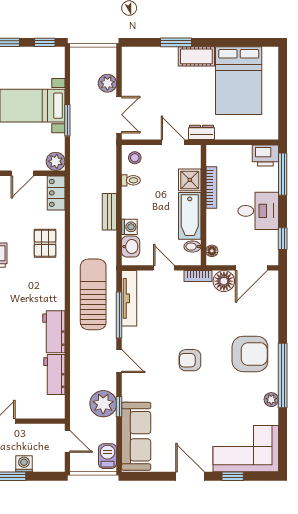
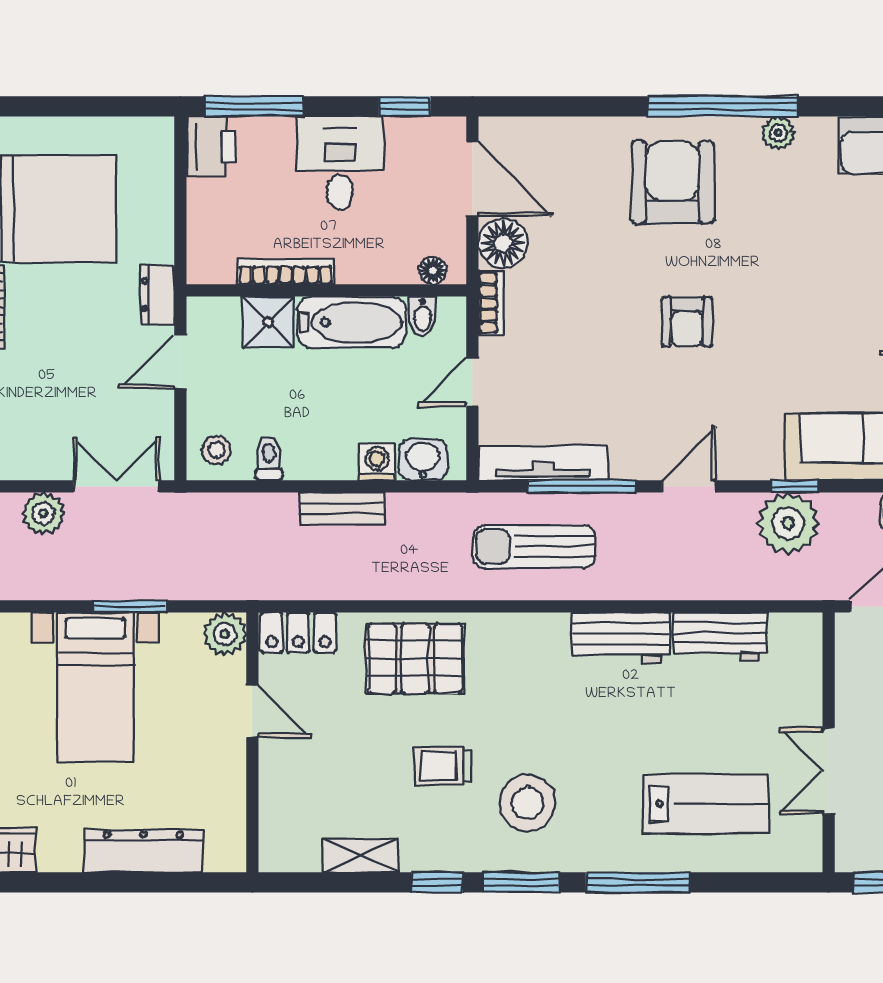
pallet: (45, 243) -> (415, 658), width x1.50, depth x1.42
sun lounger: (93, 294) -> (534, 546), width x0.73, depth x0.75

